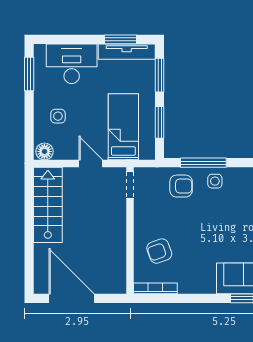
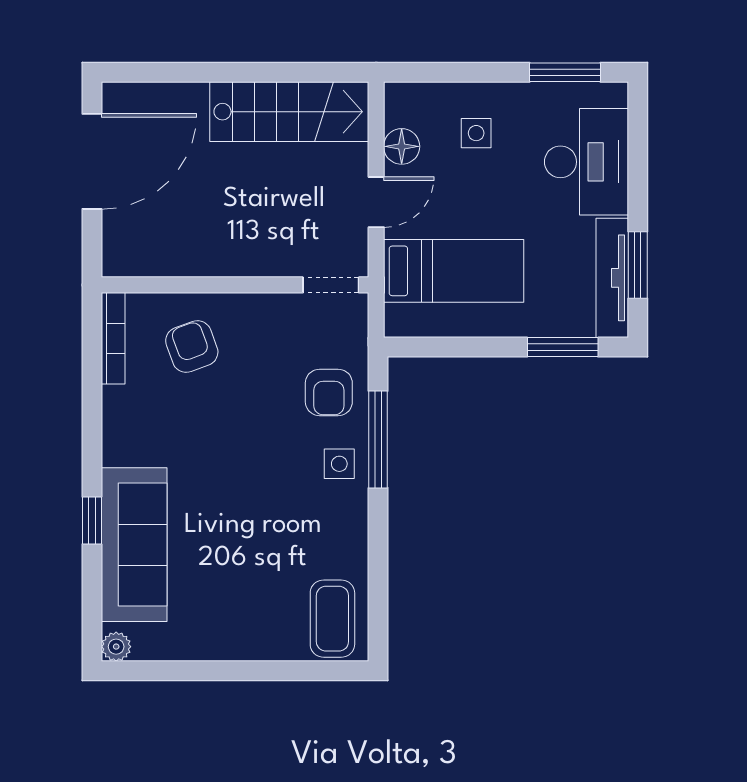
window: (160, 122) -> (463, 347), removed
floor lamp: (44, 151) -> (402, 146), moved

